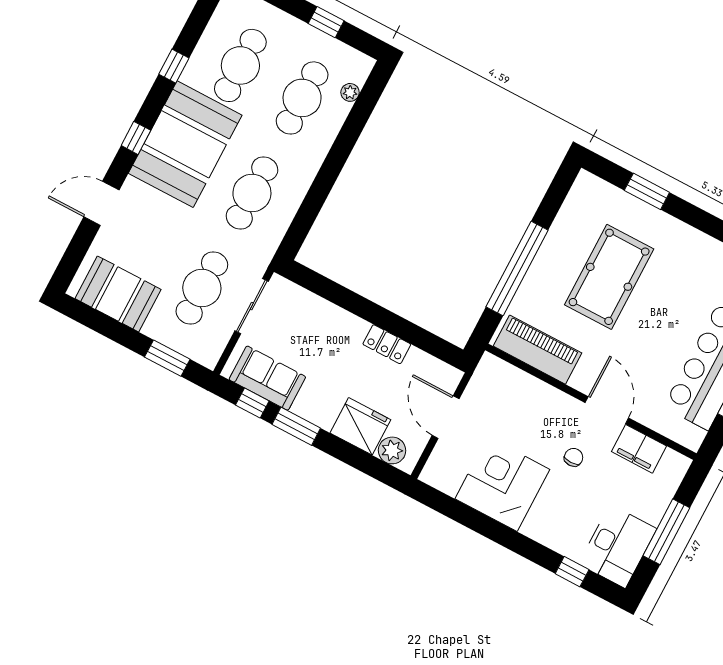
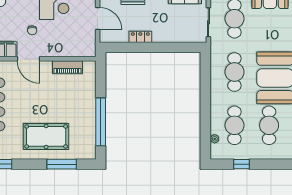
window: (647, 191) -> (62, 164), width x1.44
window: (517, 269) -> (101, 122), moved
pool table: (609, 277) -> (46, 136), moved, turned 90
piano: (538, 350) -> (68, 67), width x0.73, depth x0.75

